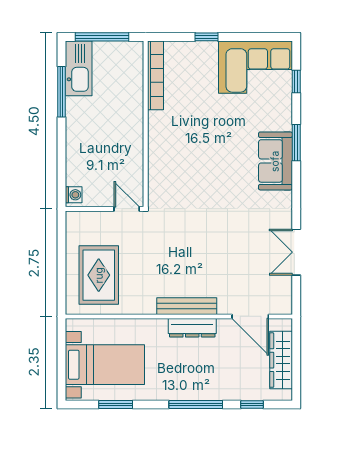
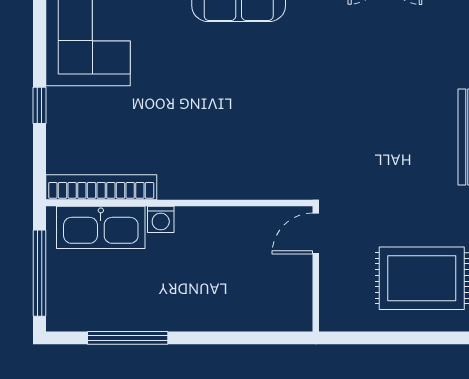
kitchen sink: (79, 68) -> (101, 227), moved, turned 180
washing machine: (74, 195) -> (161, 219), moved, turned 180

